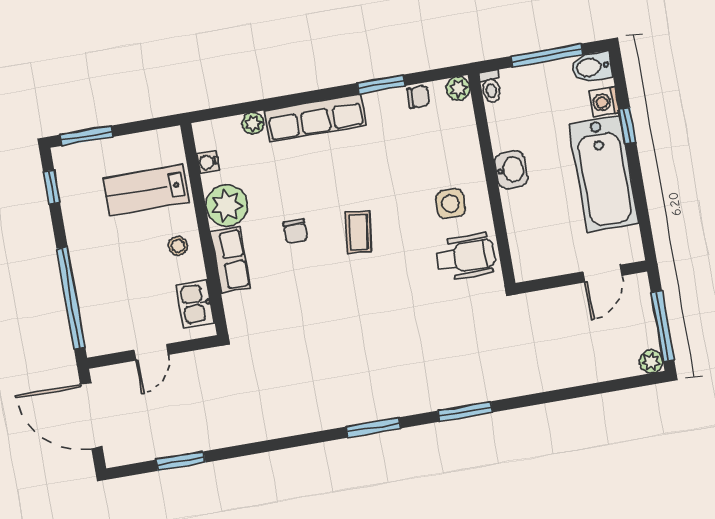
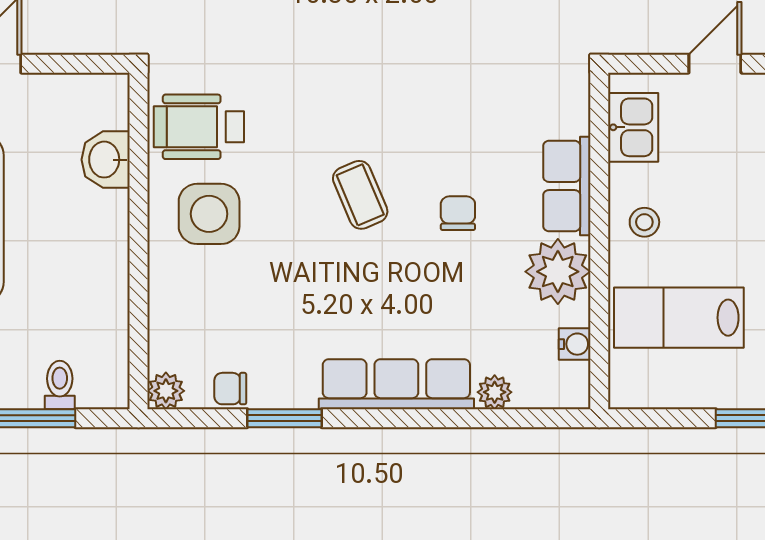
toilet: (491, 87) -> (60, 385), moved
washbasin: (511, 170) -> (106, 160), moved
lab bench: (146, 190) -> (679, 318), turned 180
side table: (450, 204) -> (209, 214), width x1.37, depth x1.37
coffee table: (358, 232) -> (360, 195), turned -30

